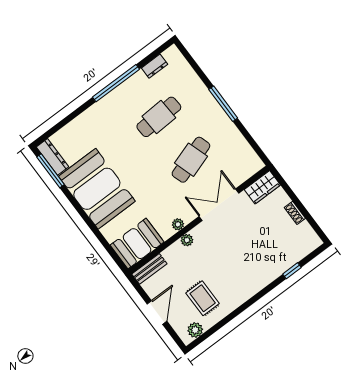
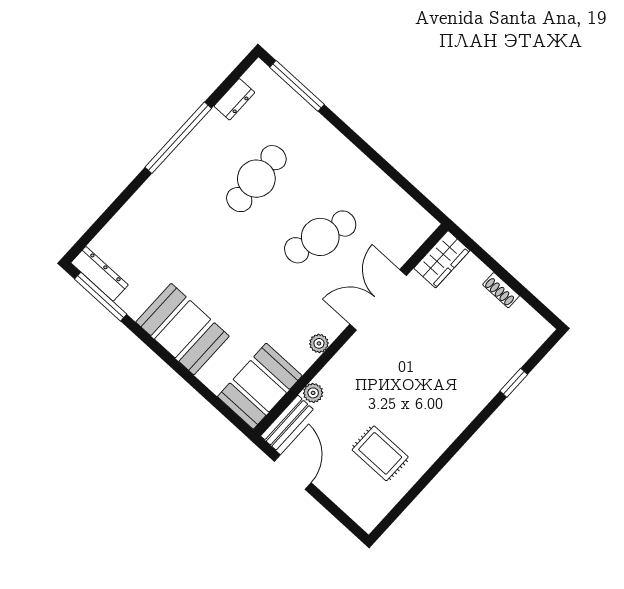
window: (223, 104) -> (297, 86), moved
cafe table: (191, 160) -> (320, 237), turned 36
booth: (97, 189) -> (183, 329), width x0.73, depth x0.70
plant: (187, 240) -> (313, 393), moved
door: (157, 313) -> (293, 472), moved
plant: (195, 330) -> (378, 506), removed

